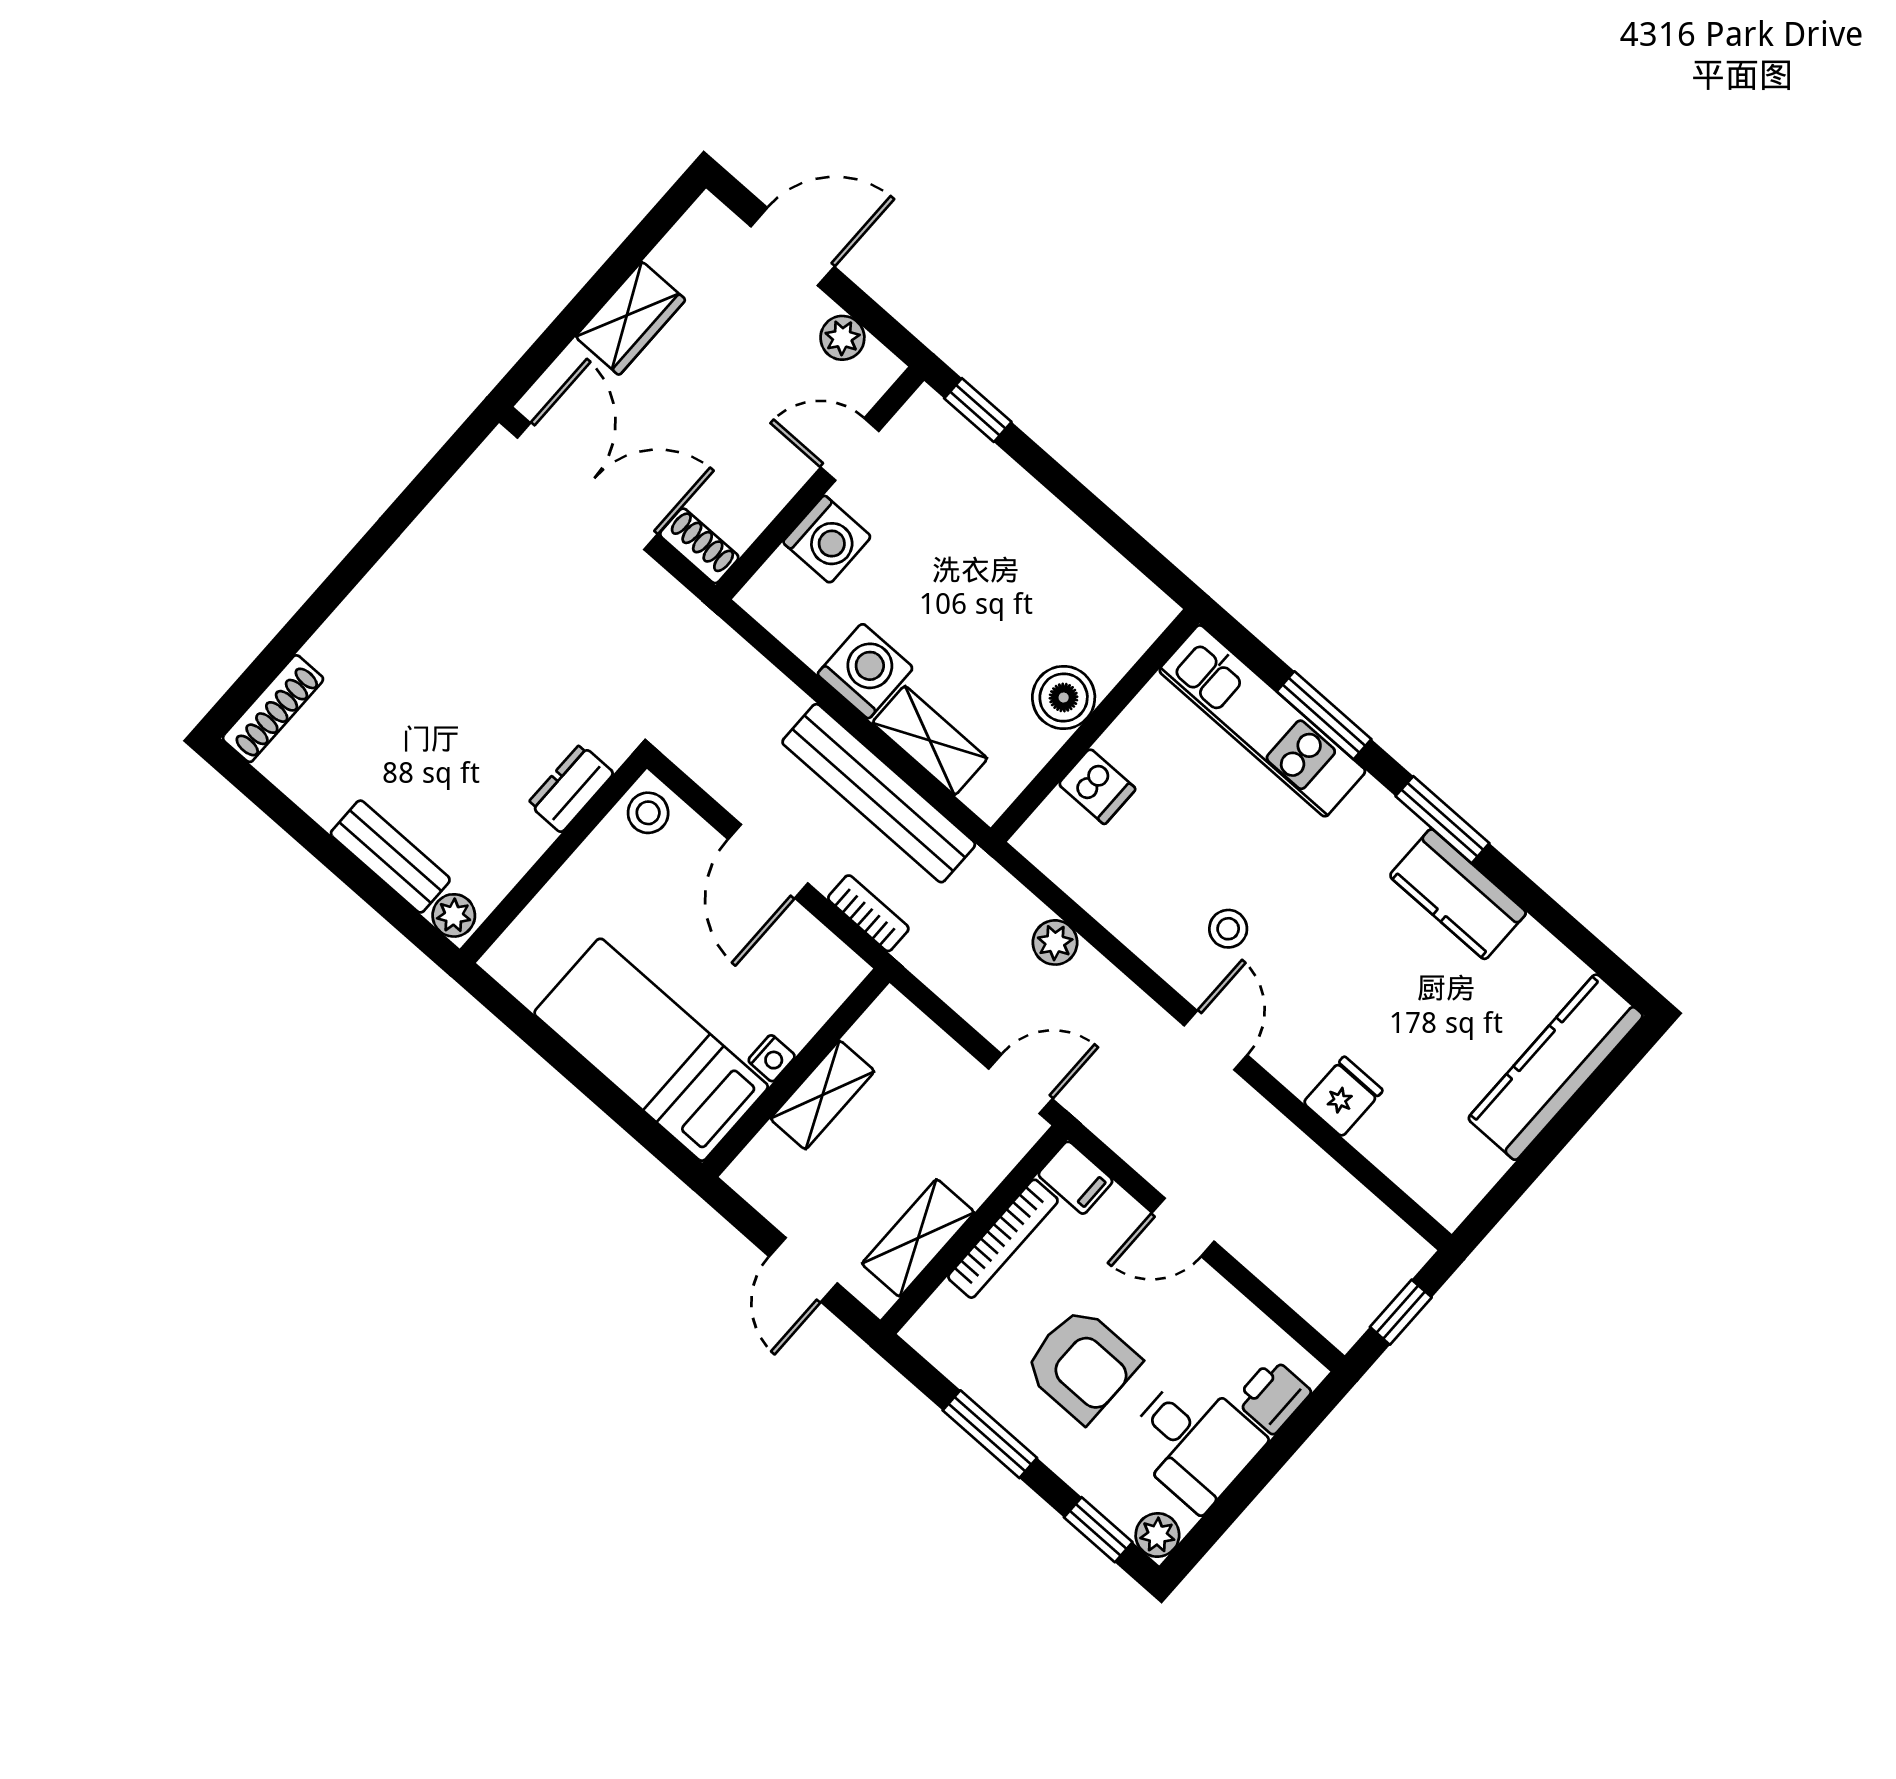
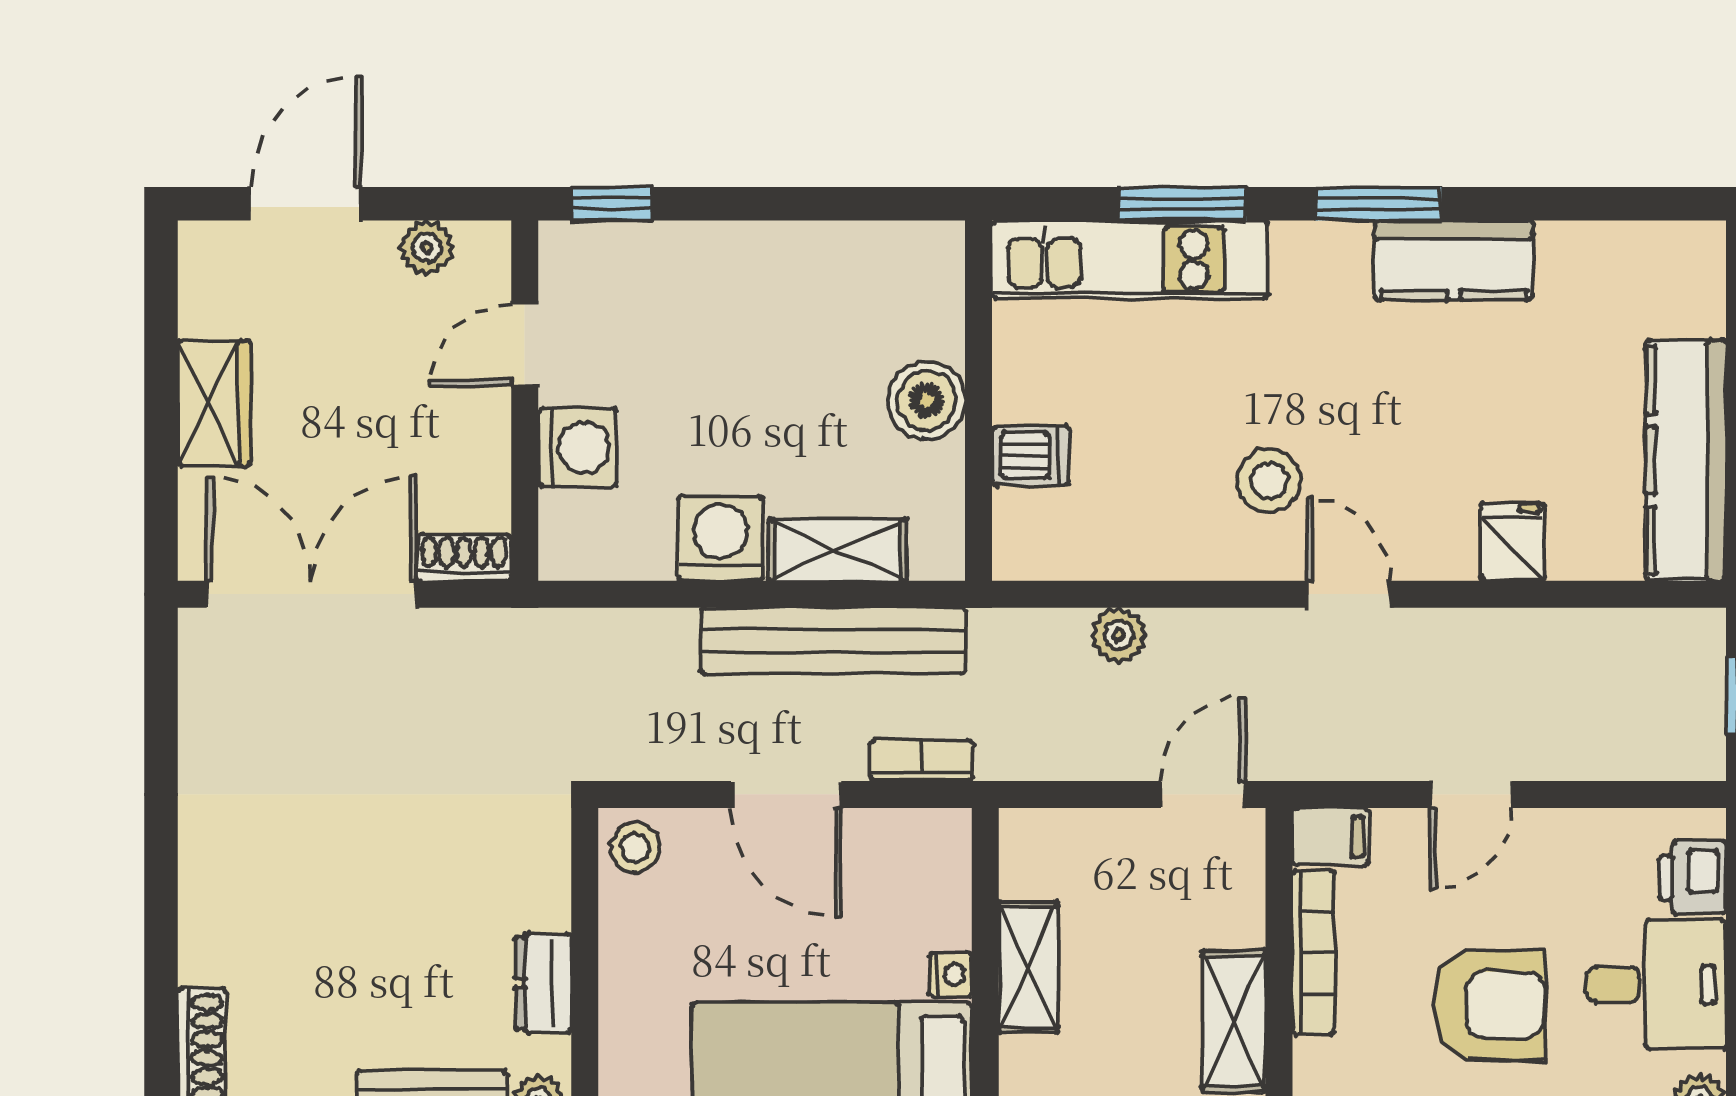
dresser: (571, 788) -> (543, 983), moved
stool: (1228, 929) -> (1269, 480), width x1.37, depth x1.37
kitchen counter: (1556, 1067) -> (1686, 460), moved

